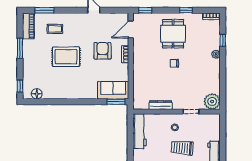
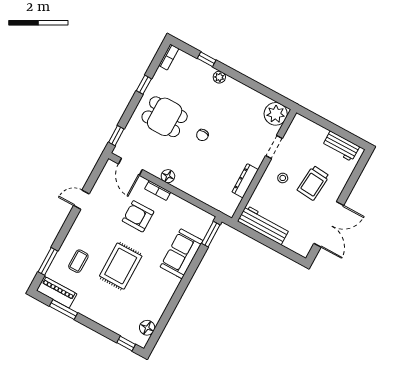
window: (20, 48) -> (64, 310), moved
floor lamp: (137, 56) -> (168, 176), added
sofa: (113, 90) -> (181, 254), moved

